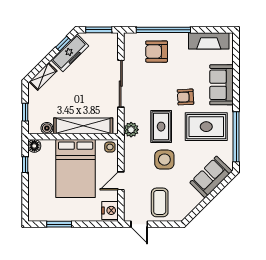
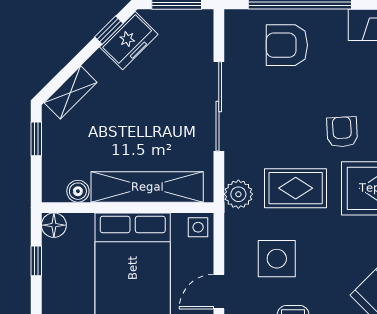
freezer: (70, 53) -> (129, 41), width x0.71
armchair: (185, 97) -> (342, 132), turned 90
window: (25, 112) -> (36, 139), moved
rug: (161, 127) -> (296, 188), turned 90
side table: (164, 160) -> (277, 259), moved

